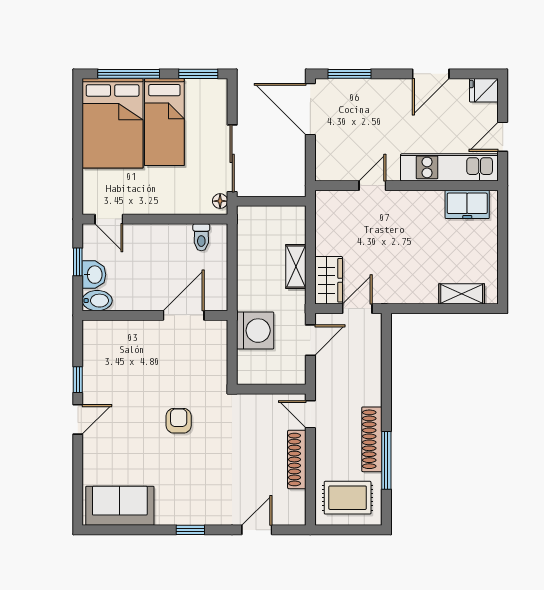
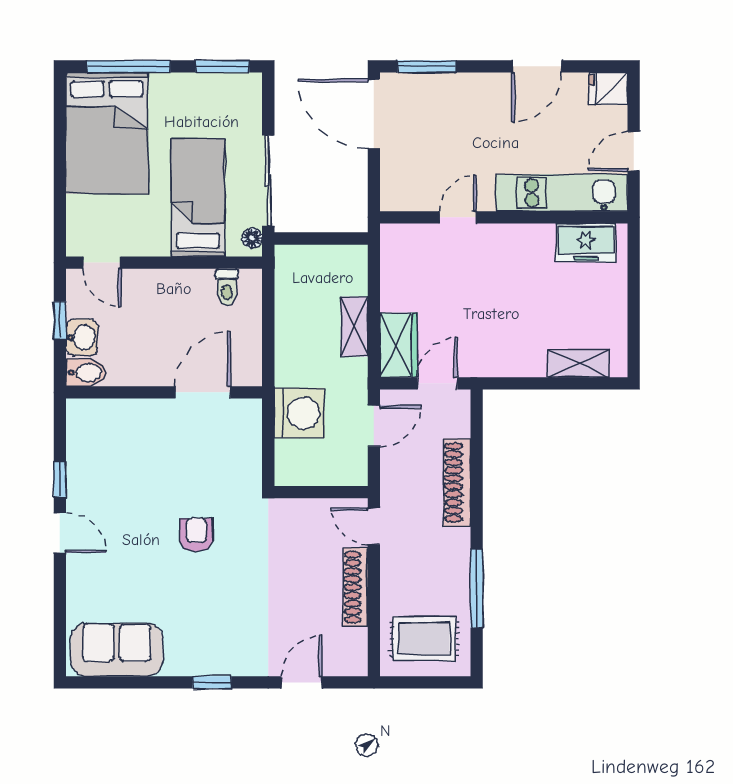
bed: (164, 122) -> (198, 198), moved, turned 180
door: (78, 419) -> (60, 533), hinge flipped
shoe rack: (372, 439) -> (457, 482), moved

